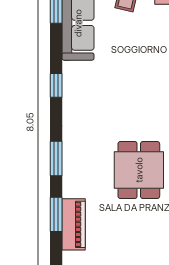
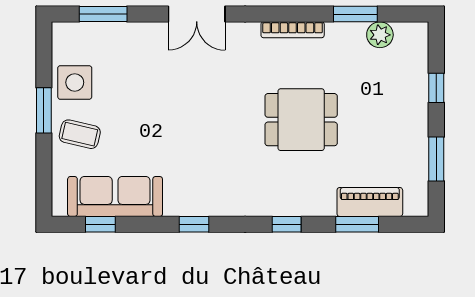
window: (56, 159) -> (287, 224), width x0.67

